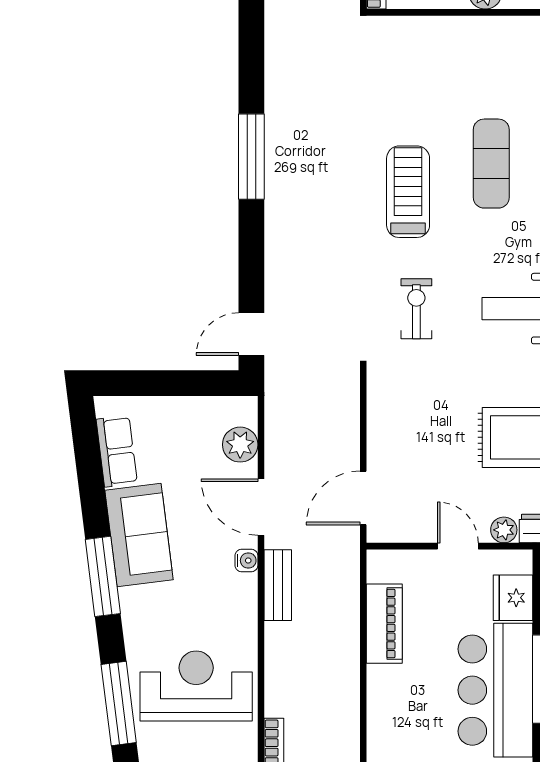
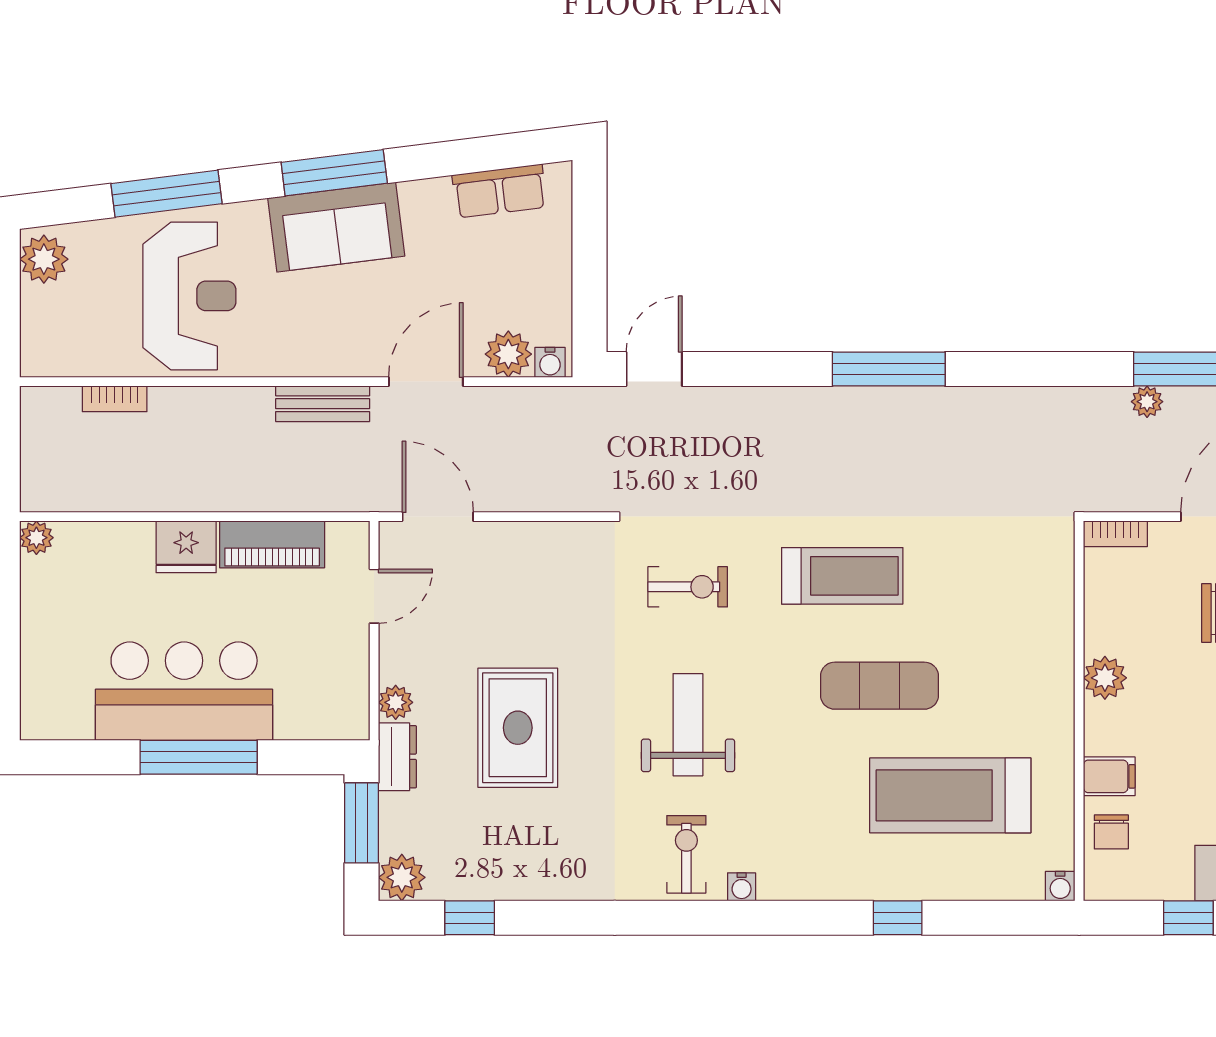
door: (251, 334) -> (654, 369), hinge flipped
sofa: (139, 535) -> (336, 227), moved
door: (458, 546) -> (374, 596), moved
water cooler: (246, 561) -> (550, 362), moved
fridge: (513, 598) -> (186, 547), moved, turned 180

